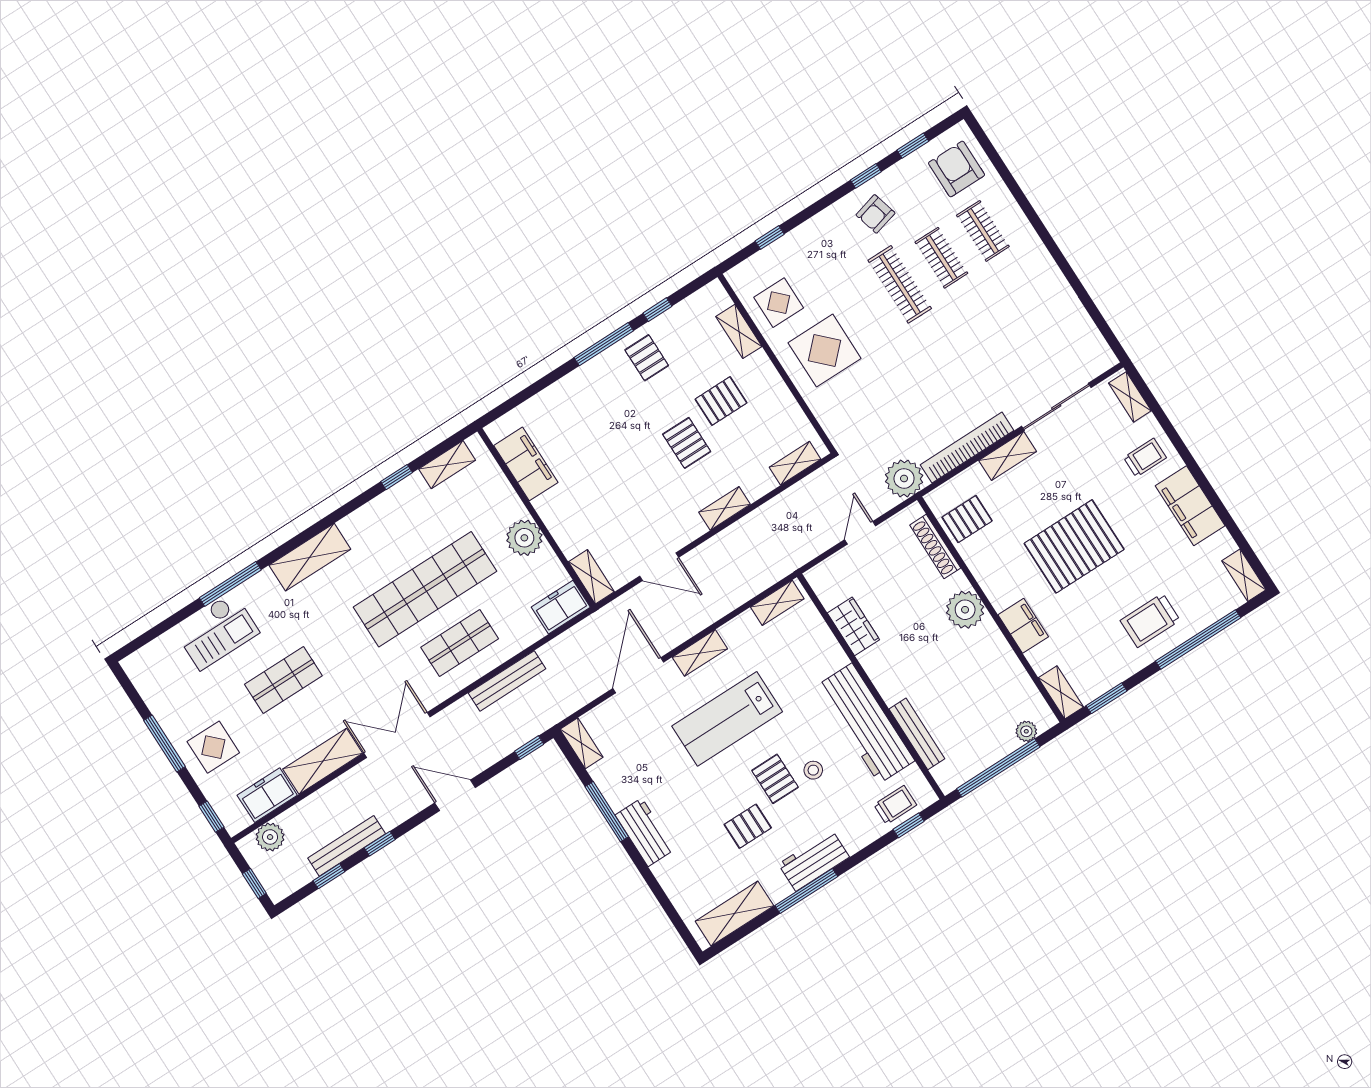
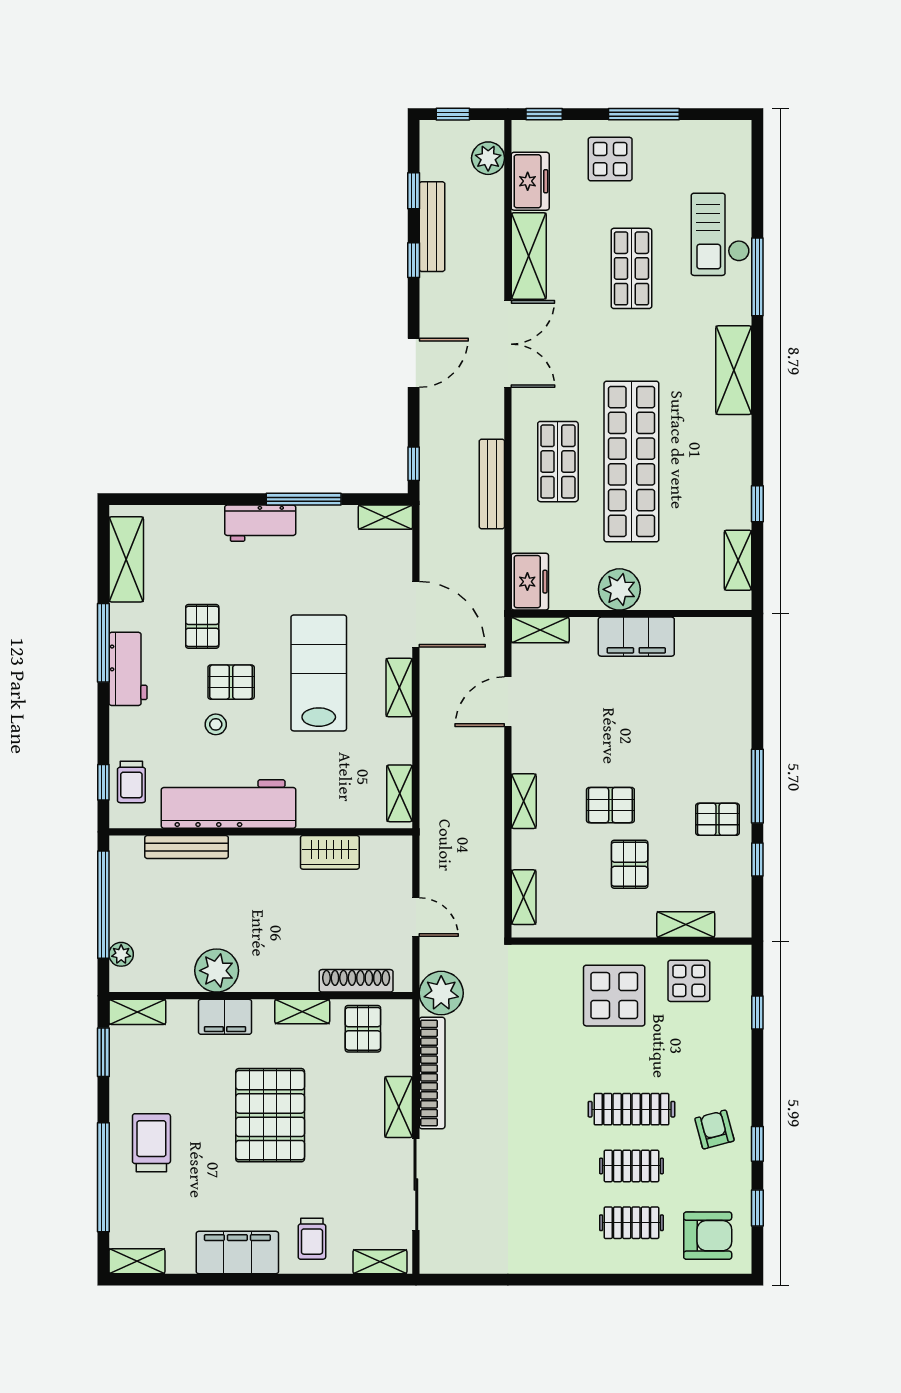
filing cabinet: (526, 464) -> (636, 637), moved
shelving: (983, 572) -> (302, 1011), added
plant: (965, 610) -> (217, 971), moved

